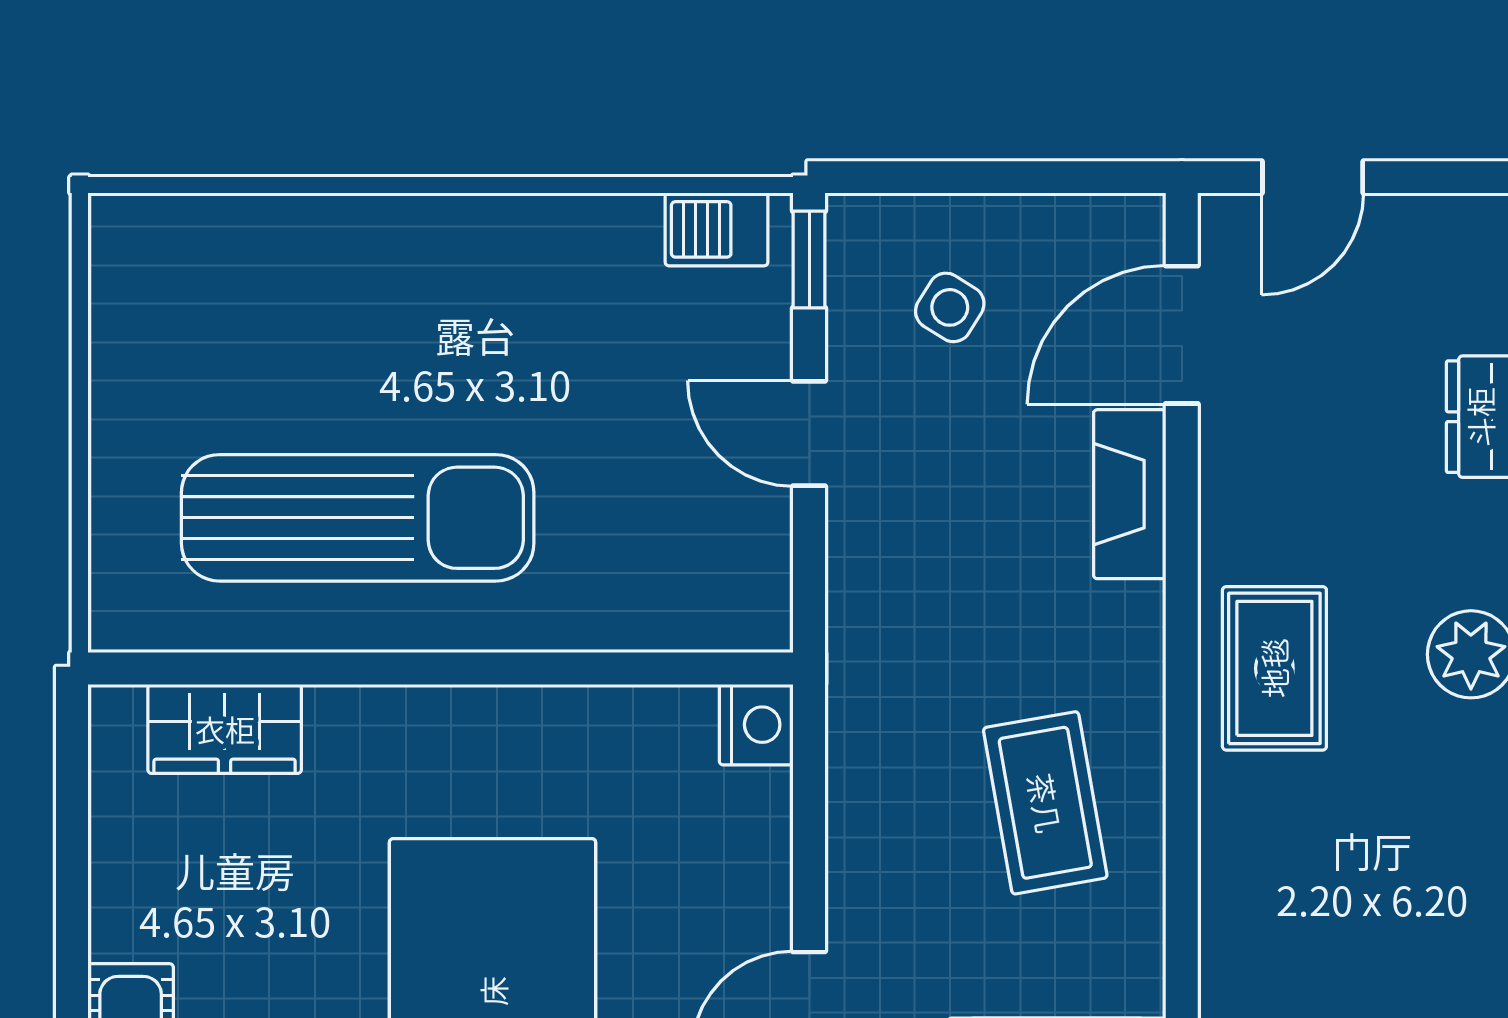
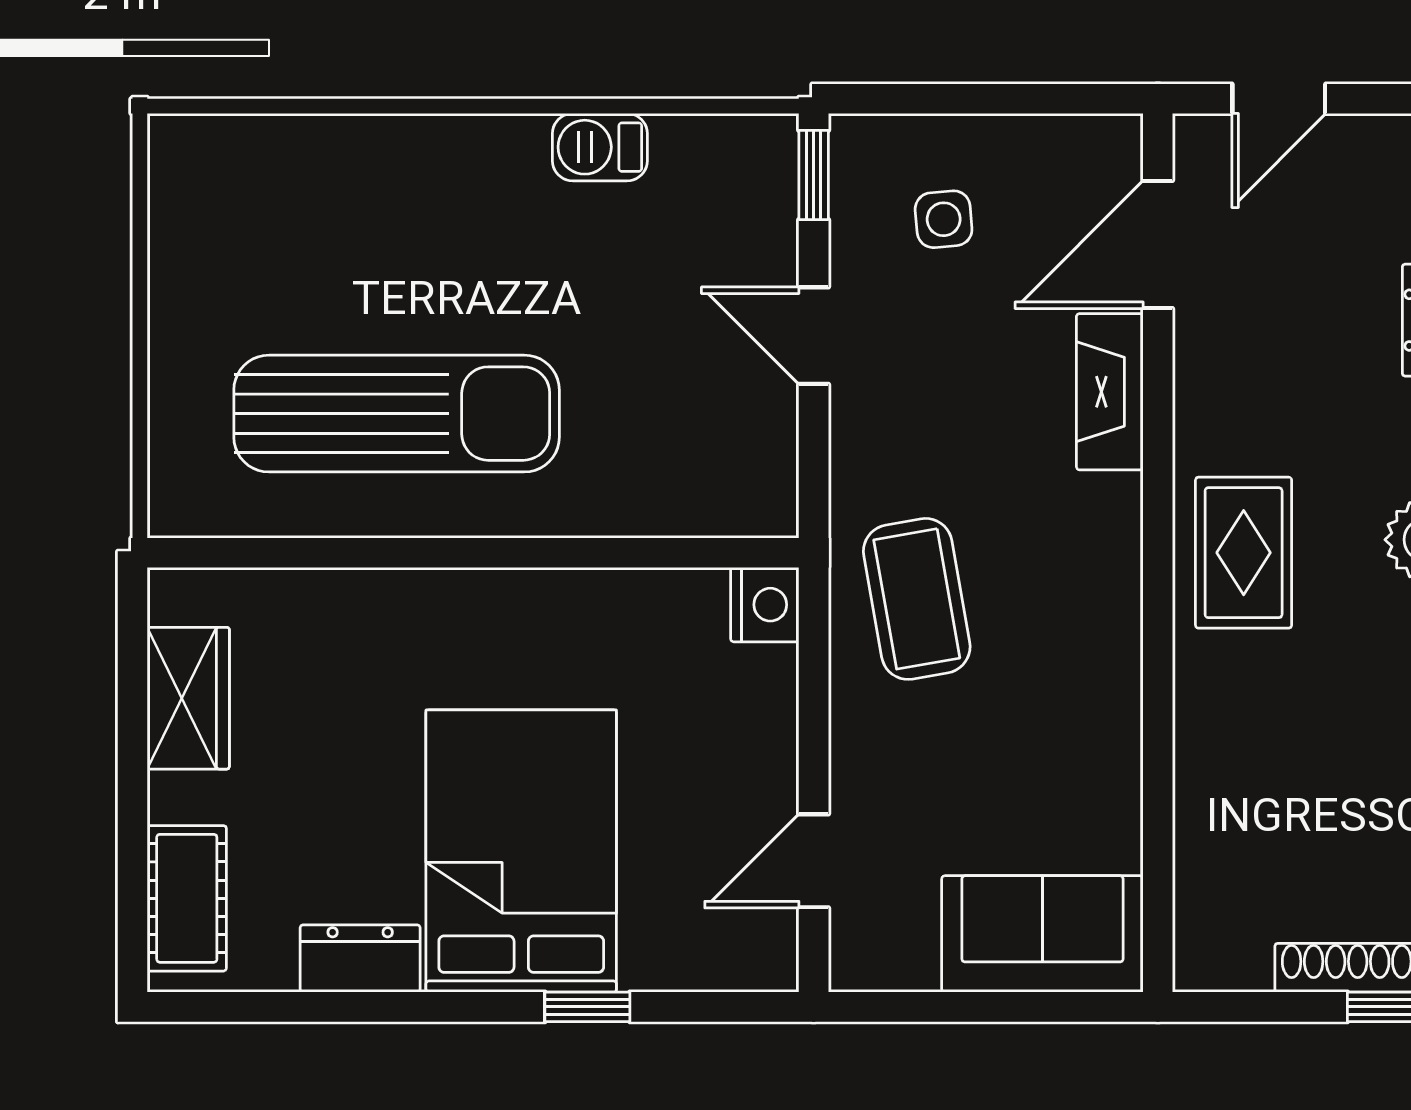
barbecue: (717, 229) -> (600, 147), moved
side table: (950, 307) -> (944, 219), turned -37
wardrobe: (225, 729) -> (188, 698), moved, turned -90
coffee table: (1045, 803) -> (917, 599), moved

